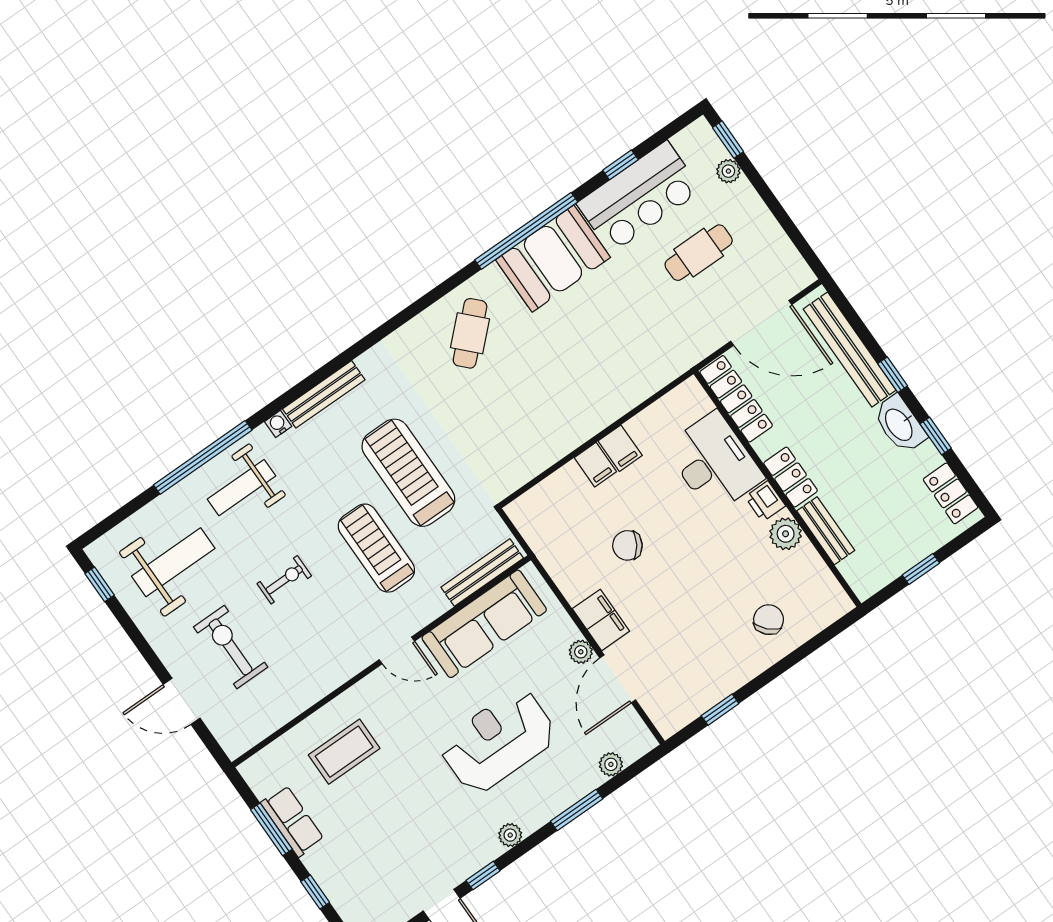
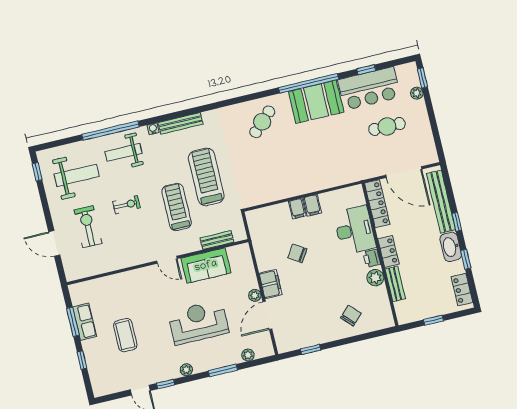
bench: (482, 573) -> (217, 240), width x0.73
sofa: (484, 624) -> (206, 266), width x0.73
coffee table: (344, 752) -> (125, 335), moved, turned 90

